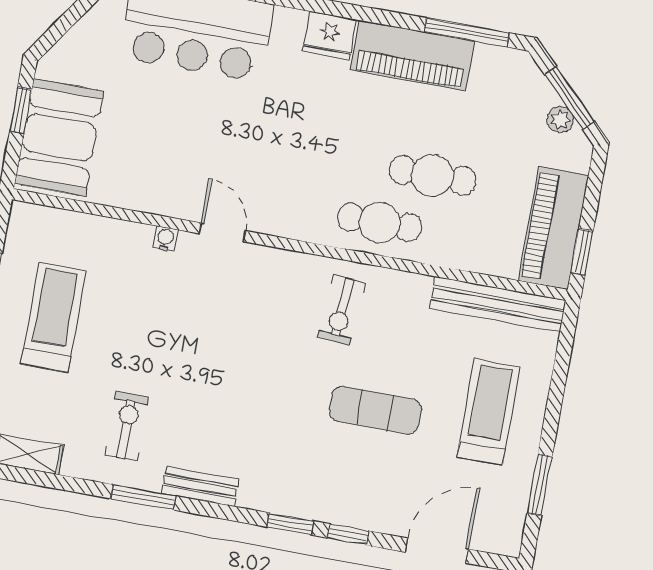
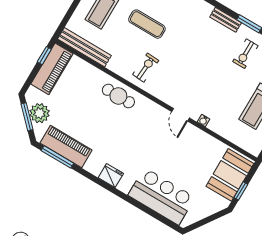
piano: (412, 55) -> (66, 147), moved
plant: (560, 120) -> (40, 113), width x1.88, depth x1.88
cafe table: (433, 175) -> (91, 107), removed

